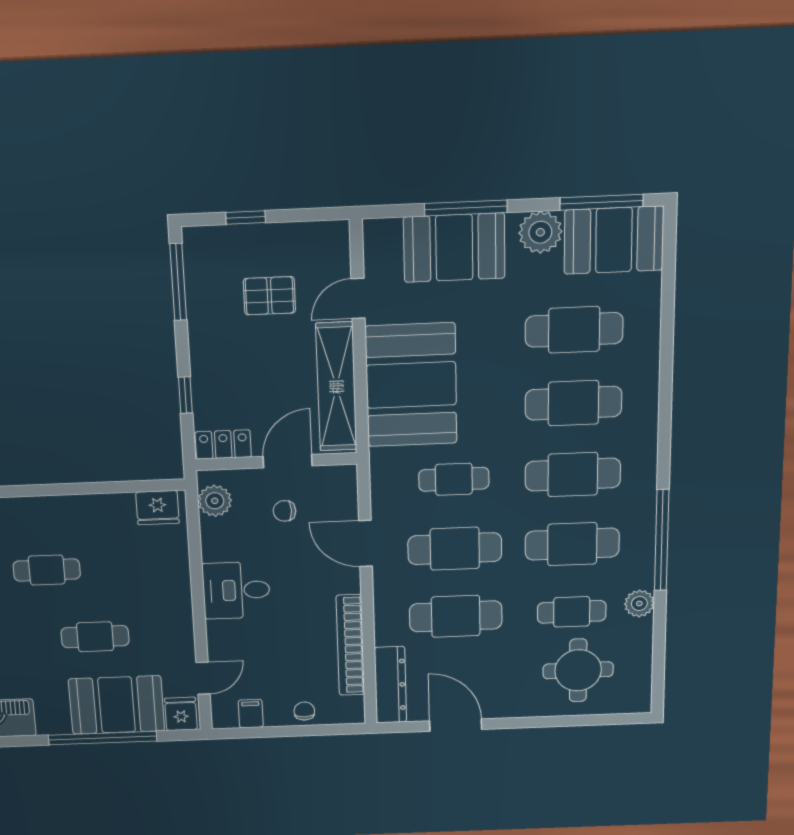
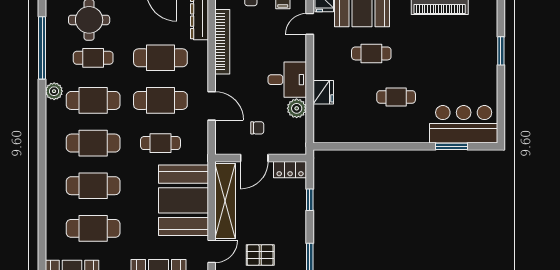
plant: (215, 501) -> (297, 108), moved
fridge: (157, 508) -> (323, 92), moved, turned 90
window: (662, 540) -> (42, 48), moved
plant: (639, 603) -> (54, 91), moved

